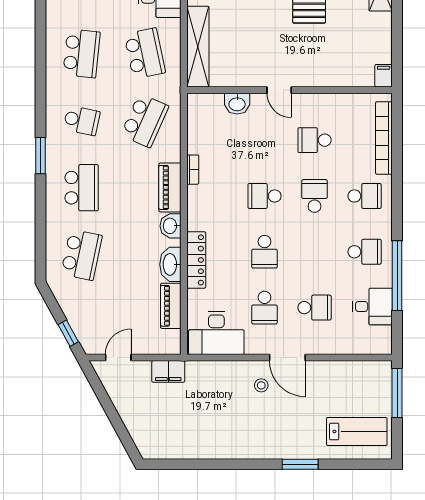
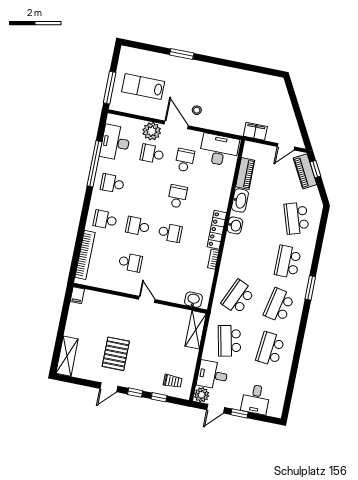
shelving: (198, 47) -> (196, 330), width x0.68
washbasin: (237, 104) -> (193, 300), moved
school desk: (82, 121) -> (279, 305), width x1.85
piano: (170, 187) -> (305, 171), moved, turned 151
school desk: (315, 196) -> (138, 226), turned 90
school desk: (82, 255) -> (296, 218), turned -30
locker: (196, 260) -> (217, 230), moved
desk: (372, 306) -> (115, 143), width x1.37
plant: (322, 341) -> (152, 131), added
lab bench: (357, 431) -> (143, 87), moved

